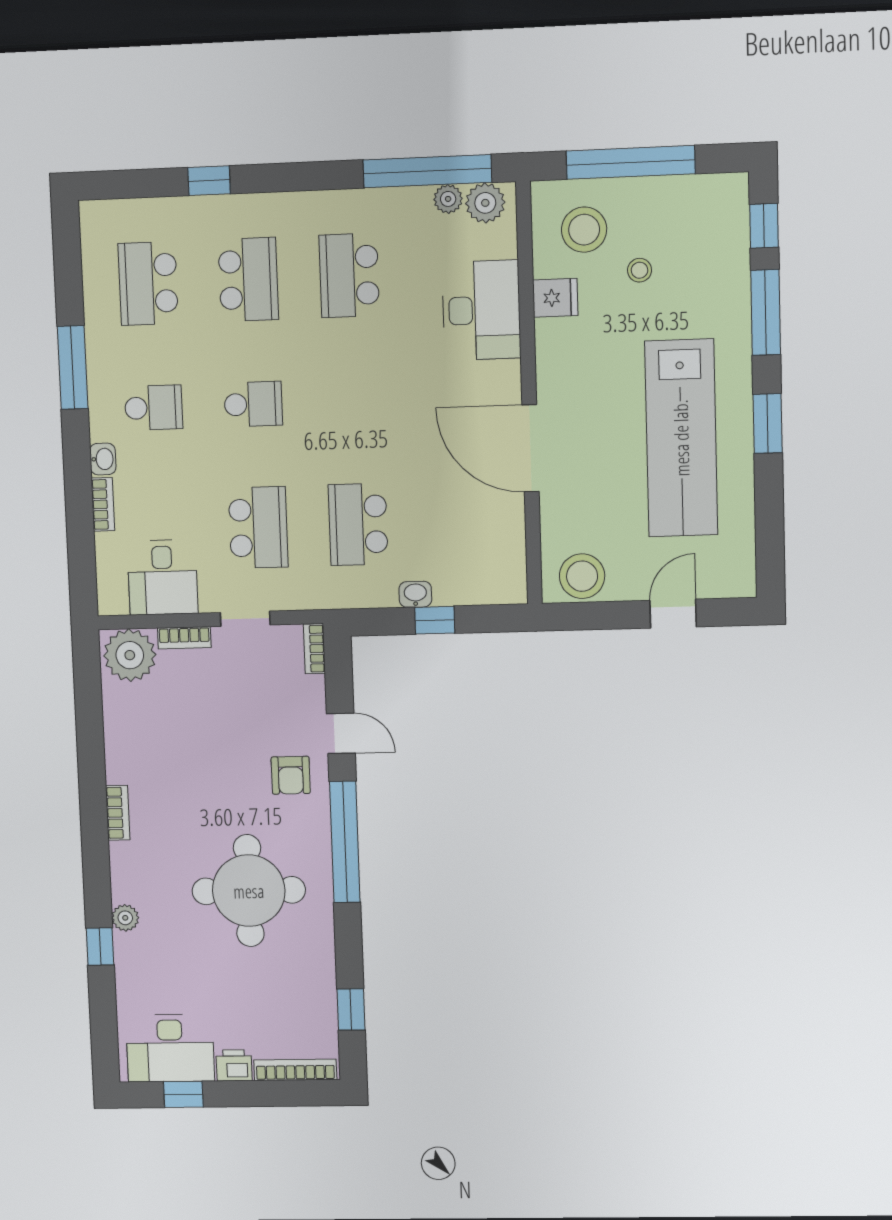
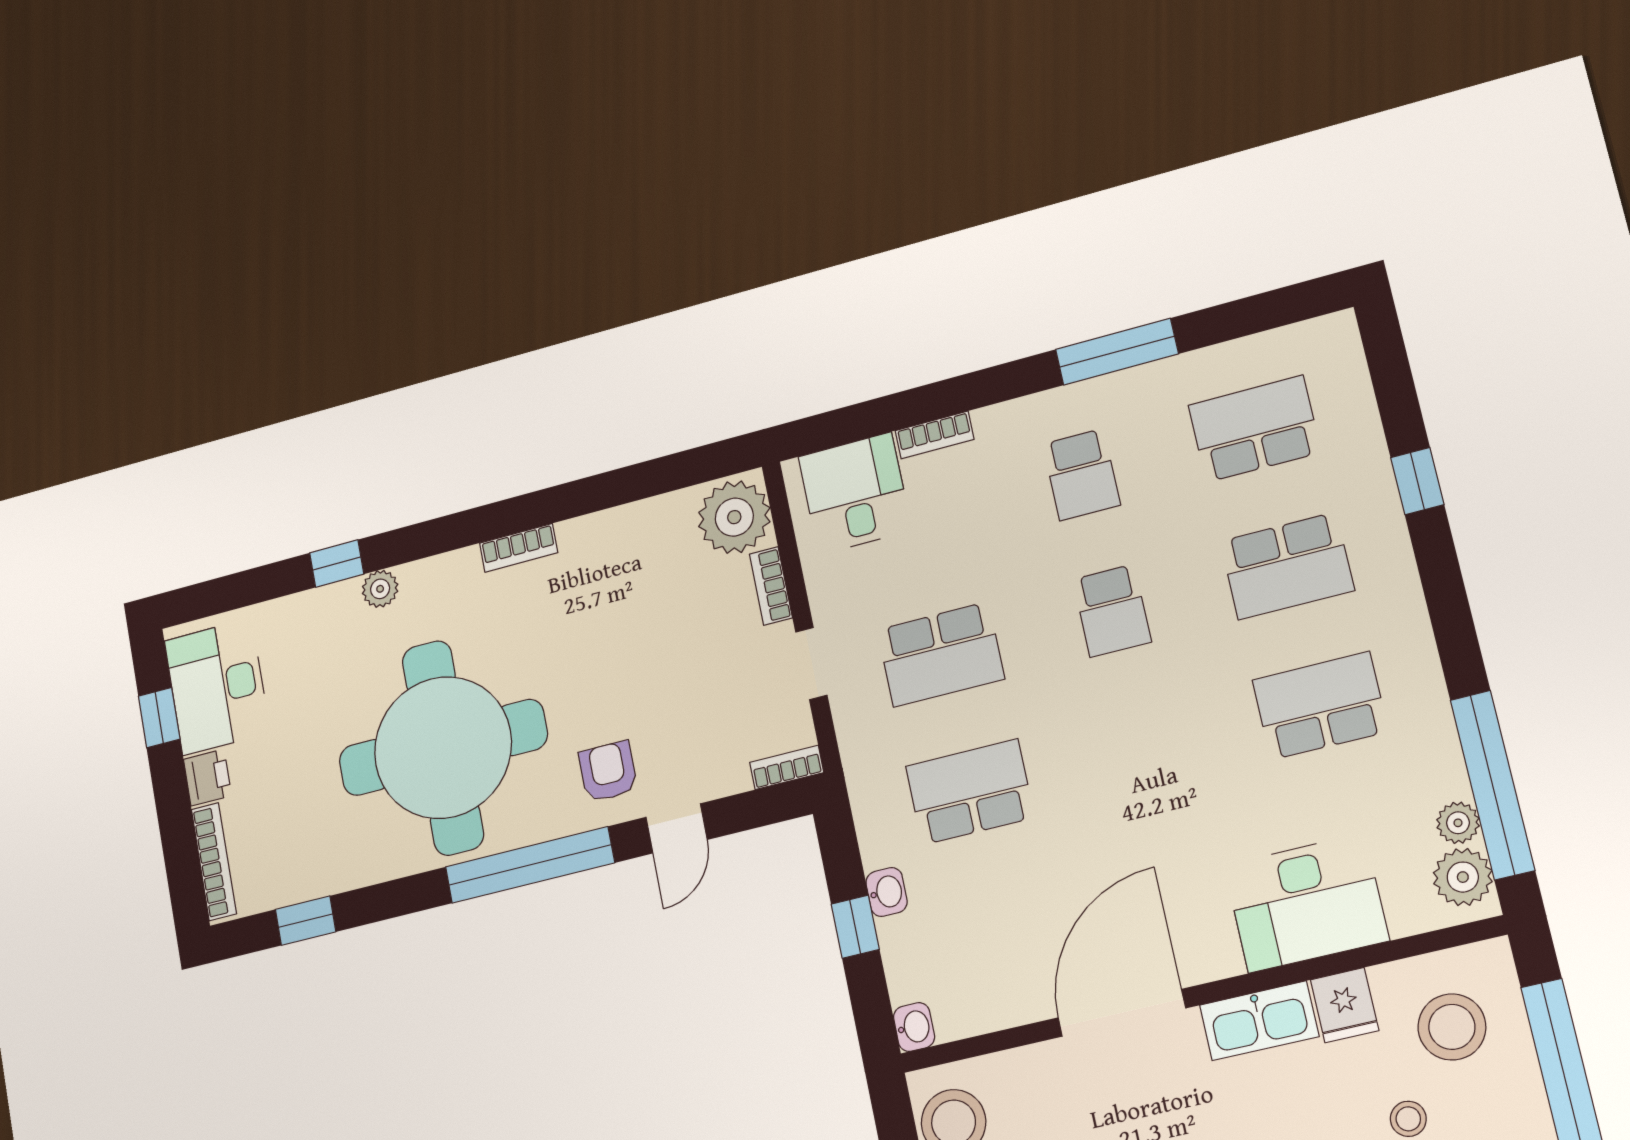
kitchen sink: (554, 357) -> (1259, 1021), added
washbasin: (103, 459) -> (914, 1027), moved, turned -90
desk: (163, 577) -> (855, 493), moved, turned 90
armchair: (291, 775) -> (608, 772), turned 90
round table: (249, 891) -> (443, 748), width x1.36, depth x1.36

